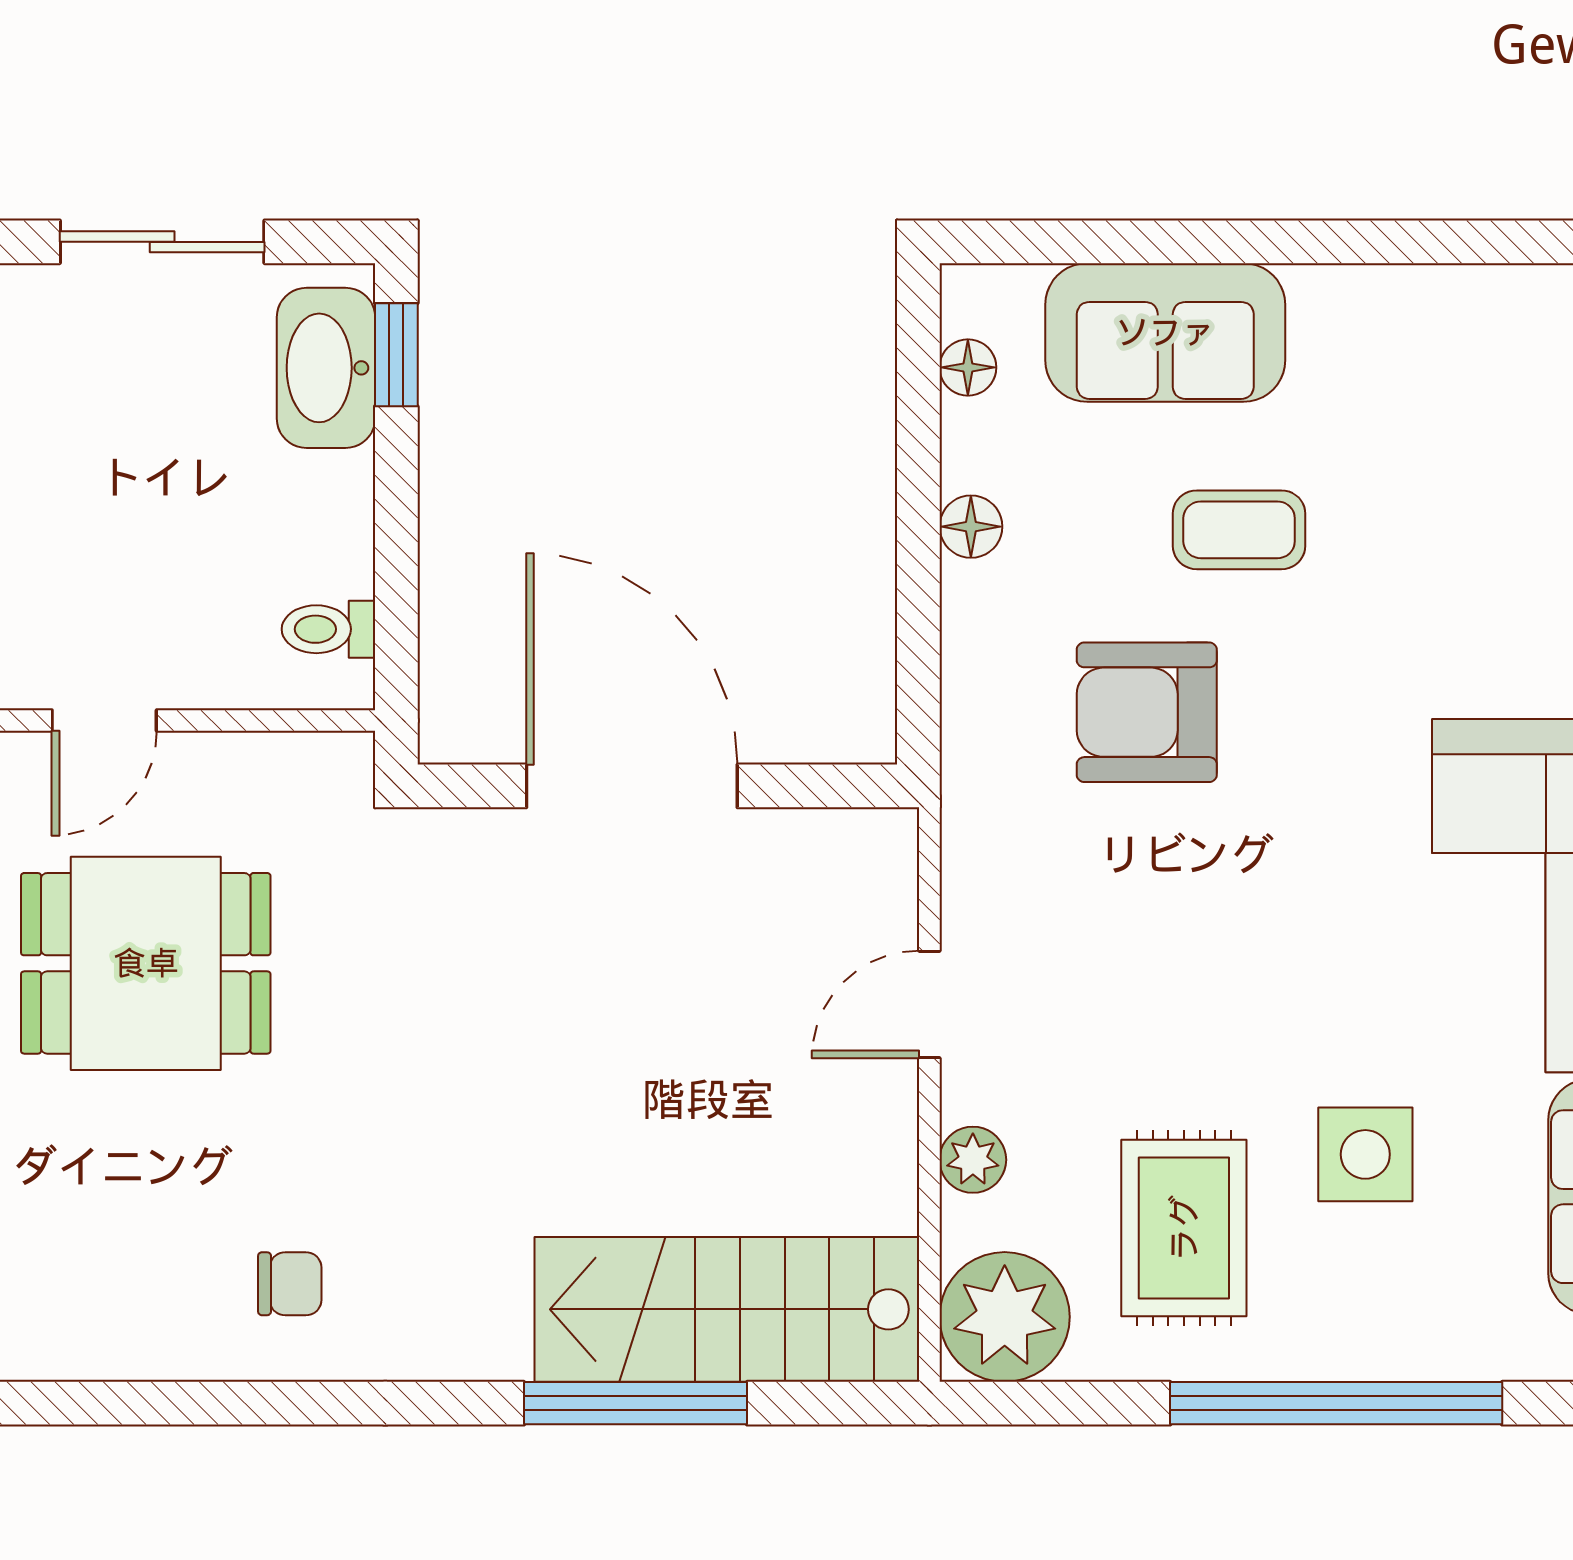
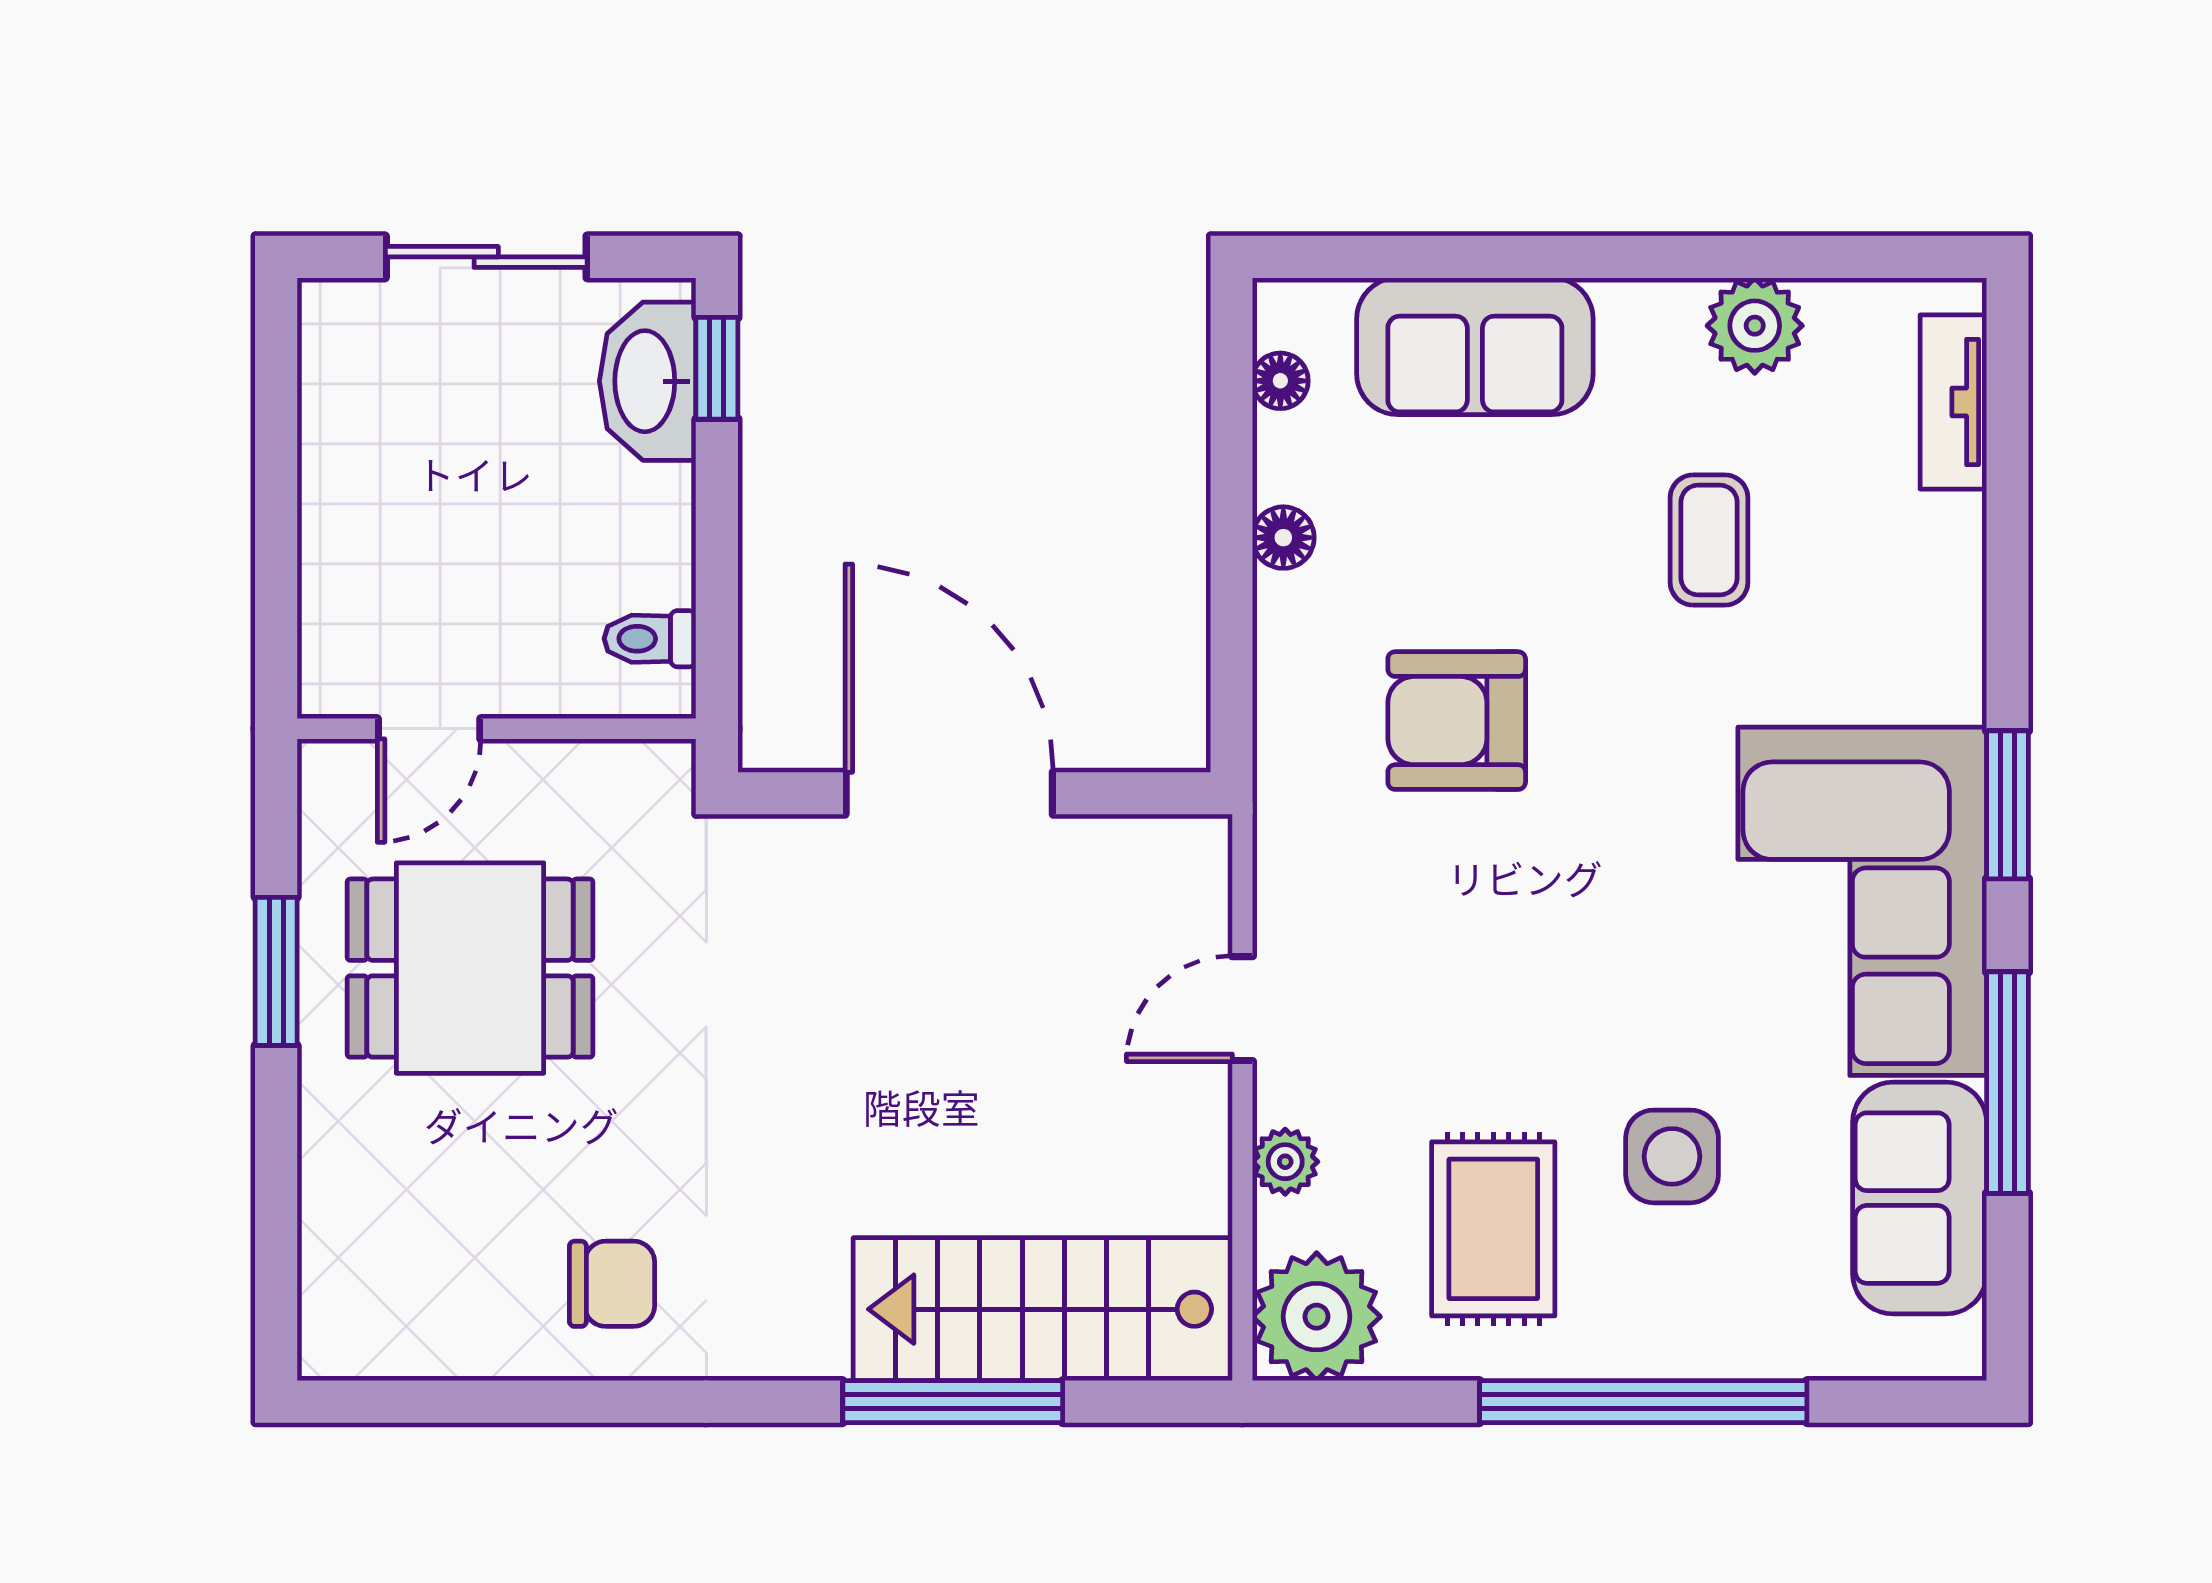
plant: (1449, 312) -> (1755, 326), added
coffee table: (1239, 530) -> (1709, 540), moved, turned 90
chair: (290, 1284) -> (612, 1284), width x1.37, depth x1.37

